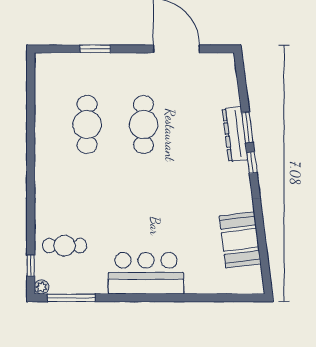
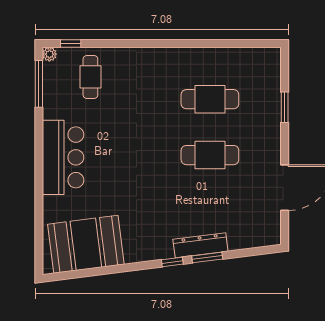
booth: (240, 240) -> (86, 244), width x1.36, depth x1.42

